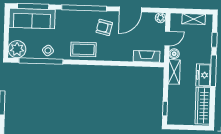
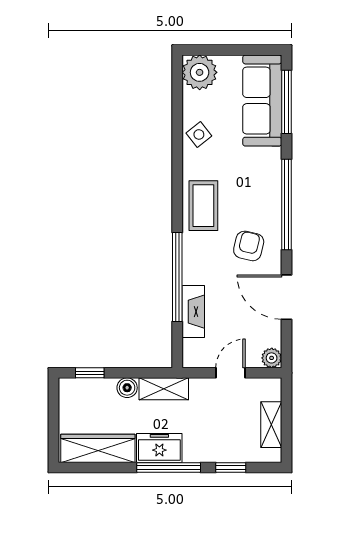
door: (167, 39) -> (230, 373), swing flipped
boiler: (174, 54) -> (127, 388), moved
fireplace: (147, 56) -> (193, 312), moved
window: (41, 61) -> (177, 277), moved

